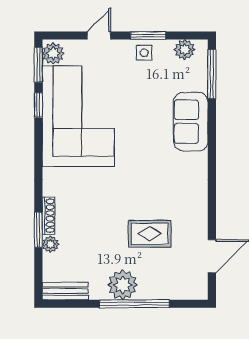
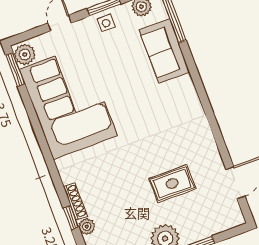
window: (38, 105) -> (29, 106), removed
sofa: (191, 122) -> (164, 51), moved
window: (38, 230) -> (71, 217), width x0.67

